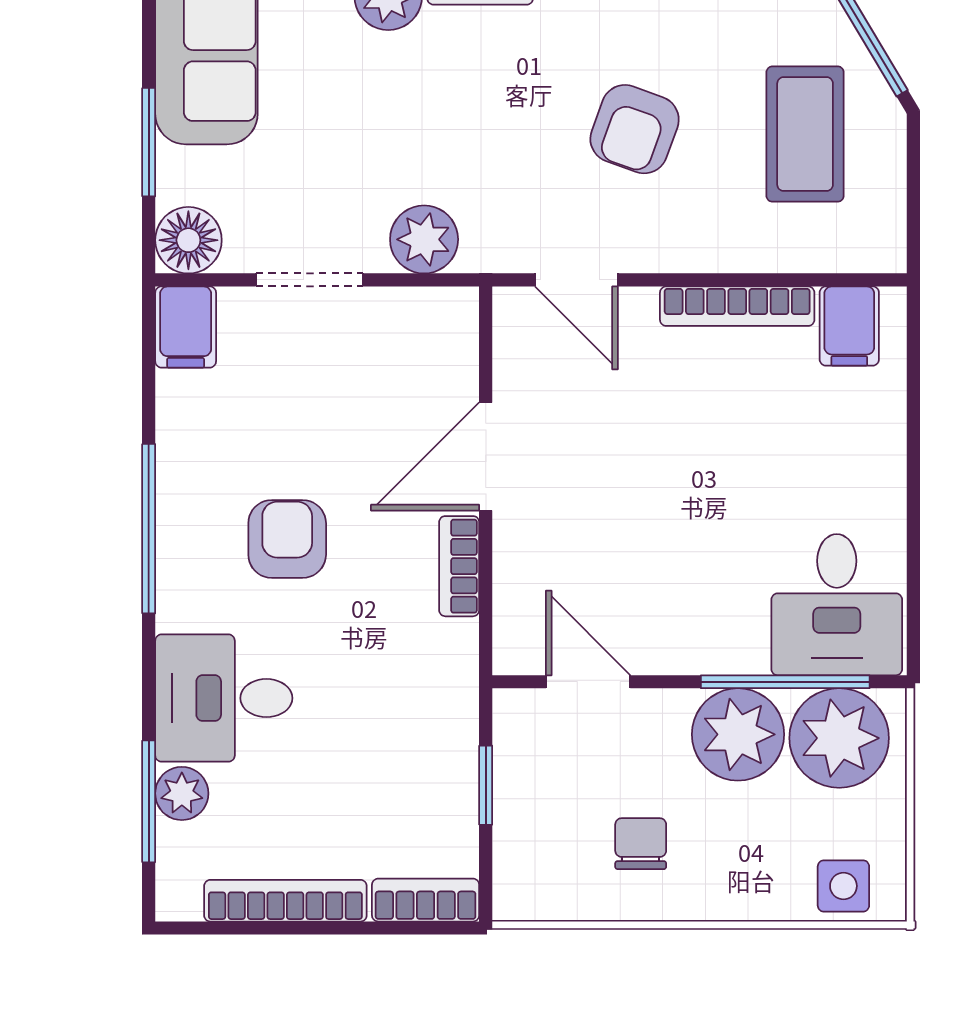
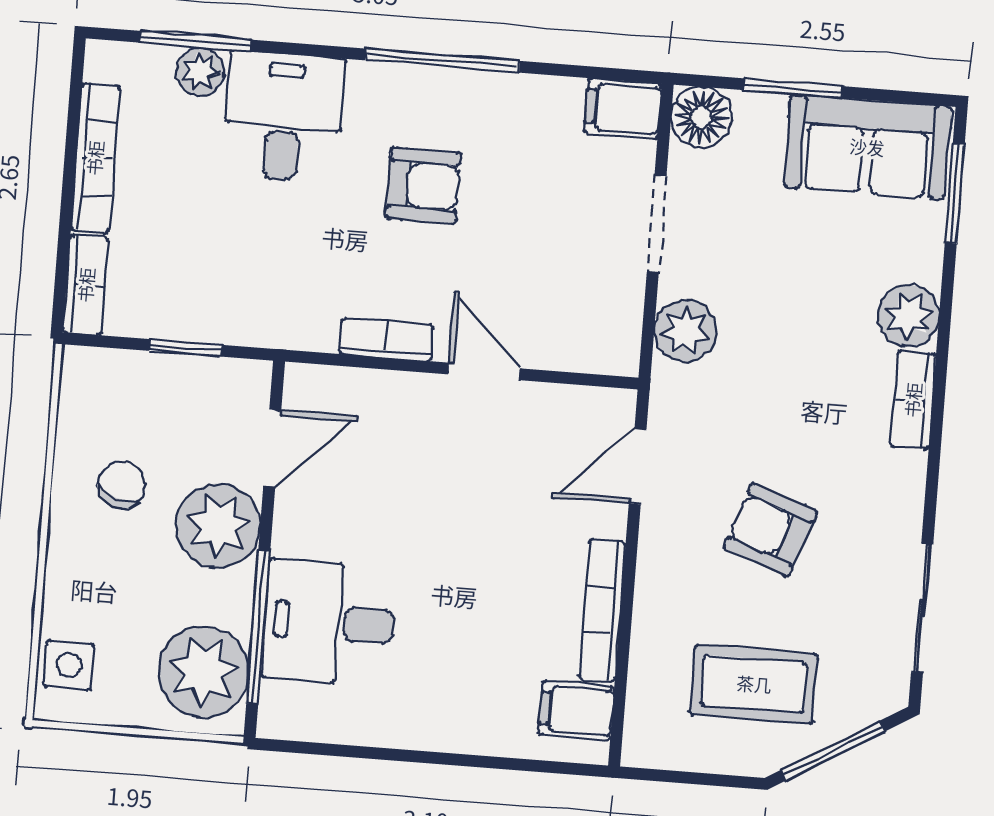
door: (486, 456) -> (484, 371), width x0.73
desk: (837, 605) -> (329, 623), moved
plant: (738, 734) -> (218, 526), moved
chair: (641, 844) -> (122, 484), turned -71

